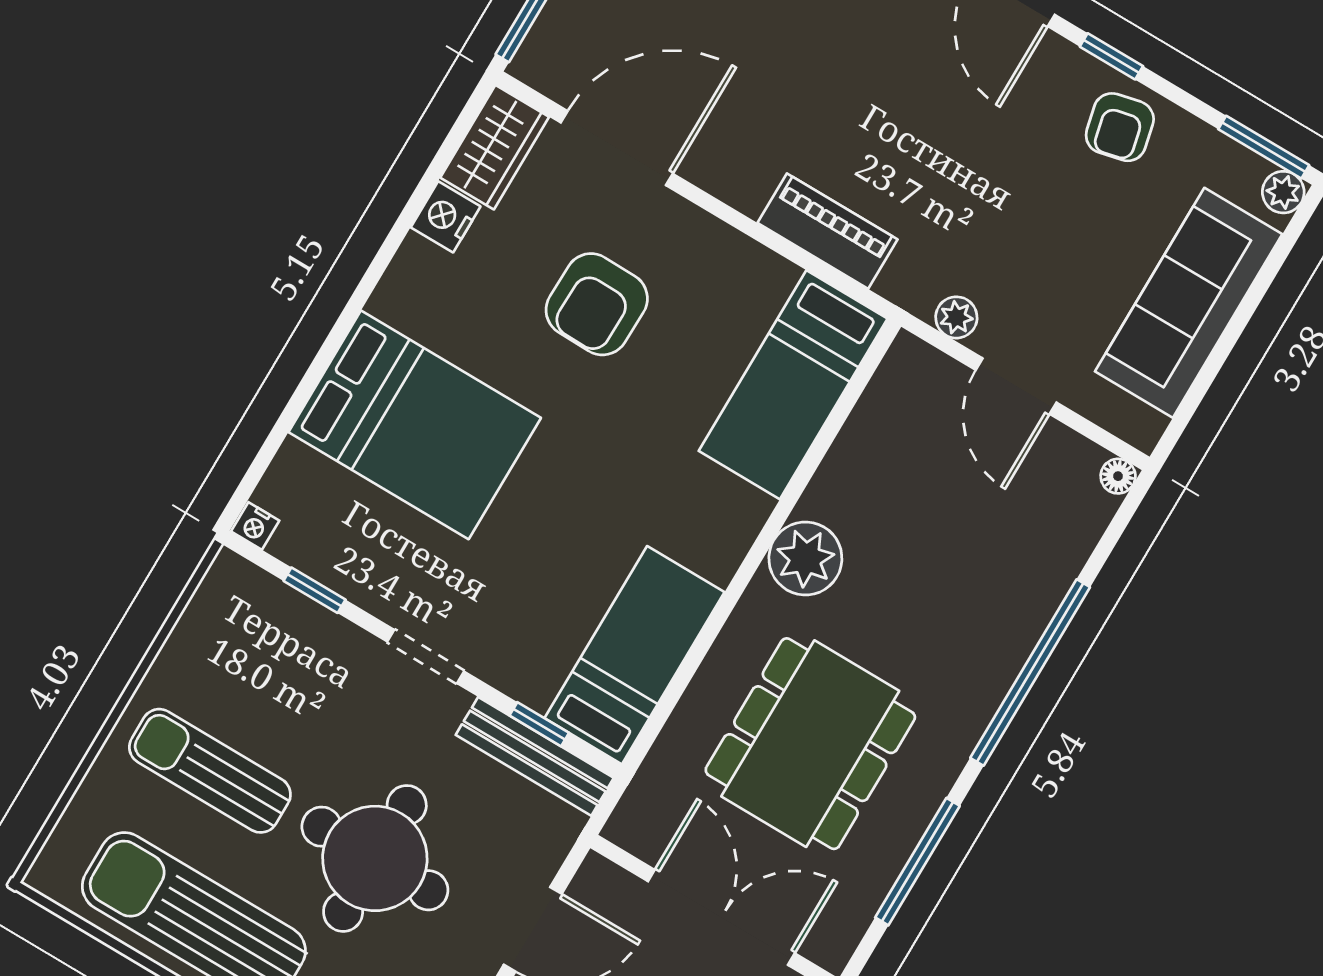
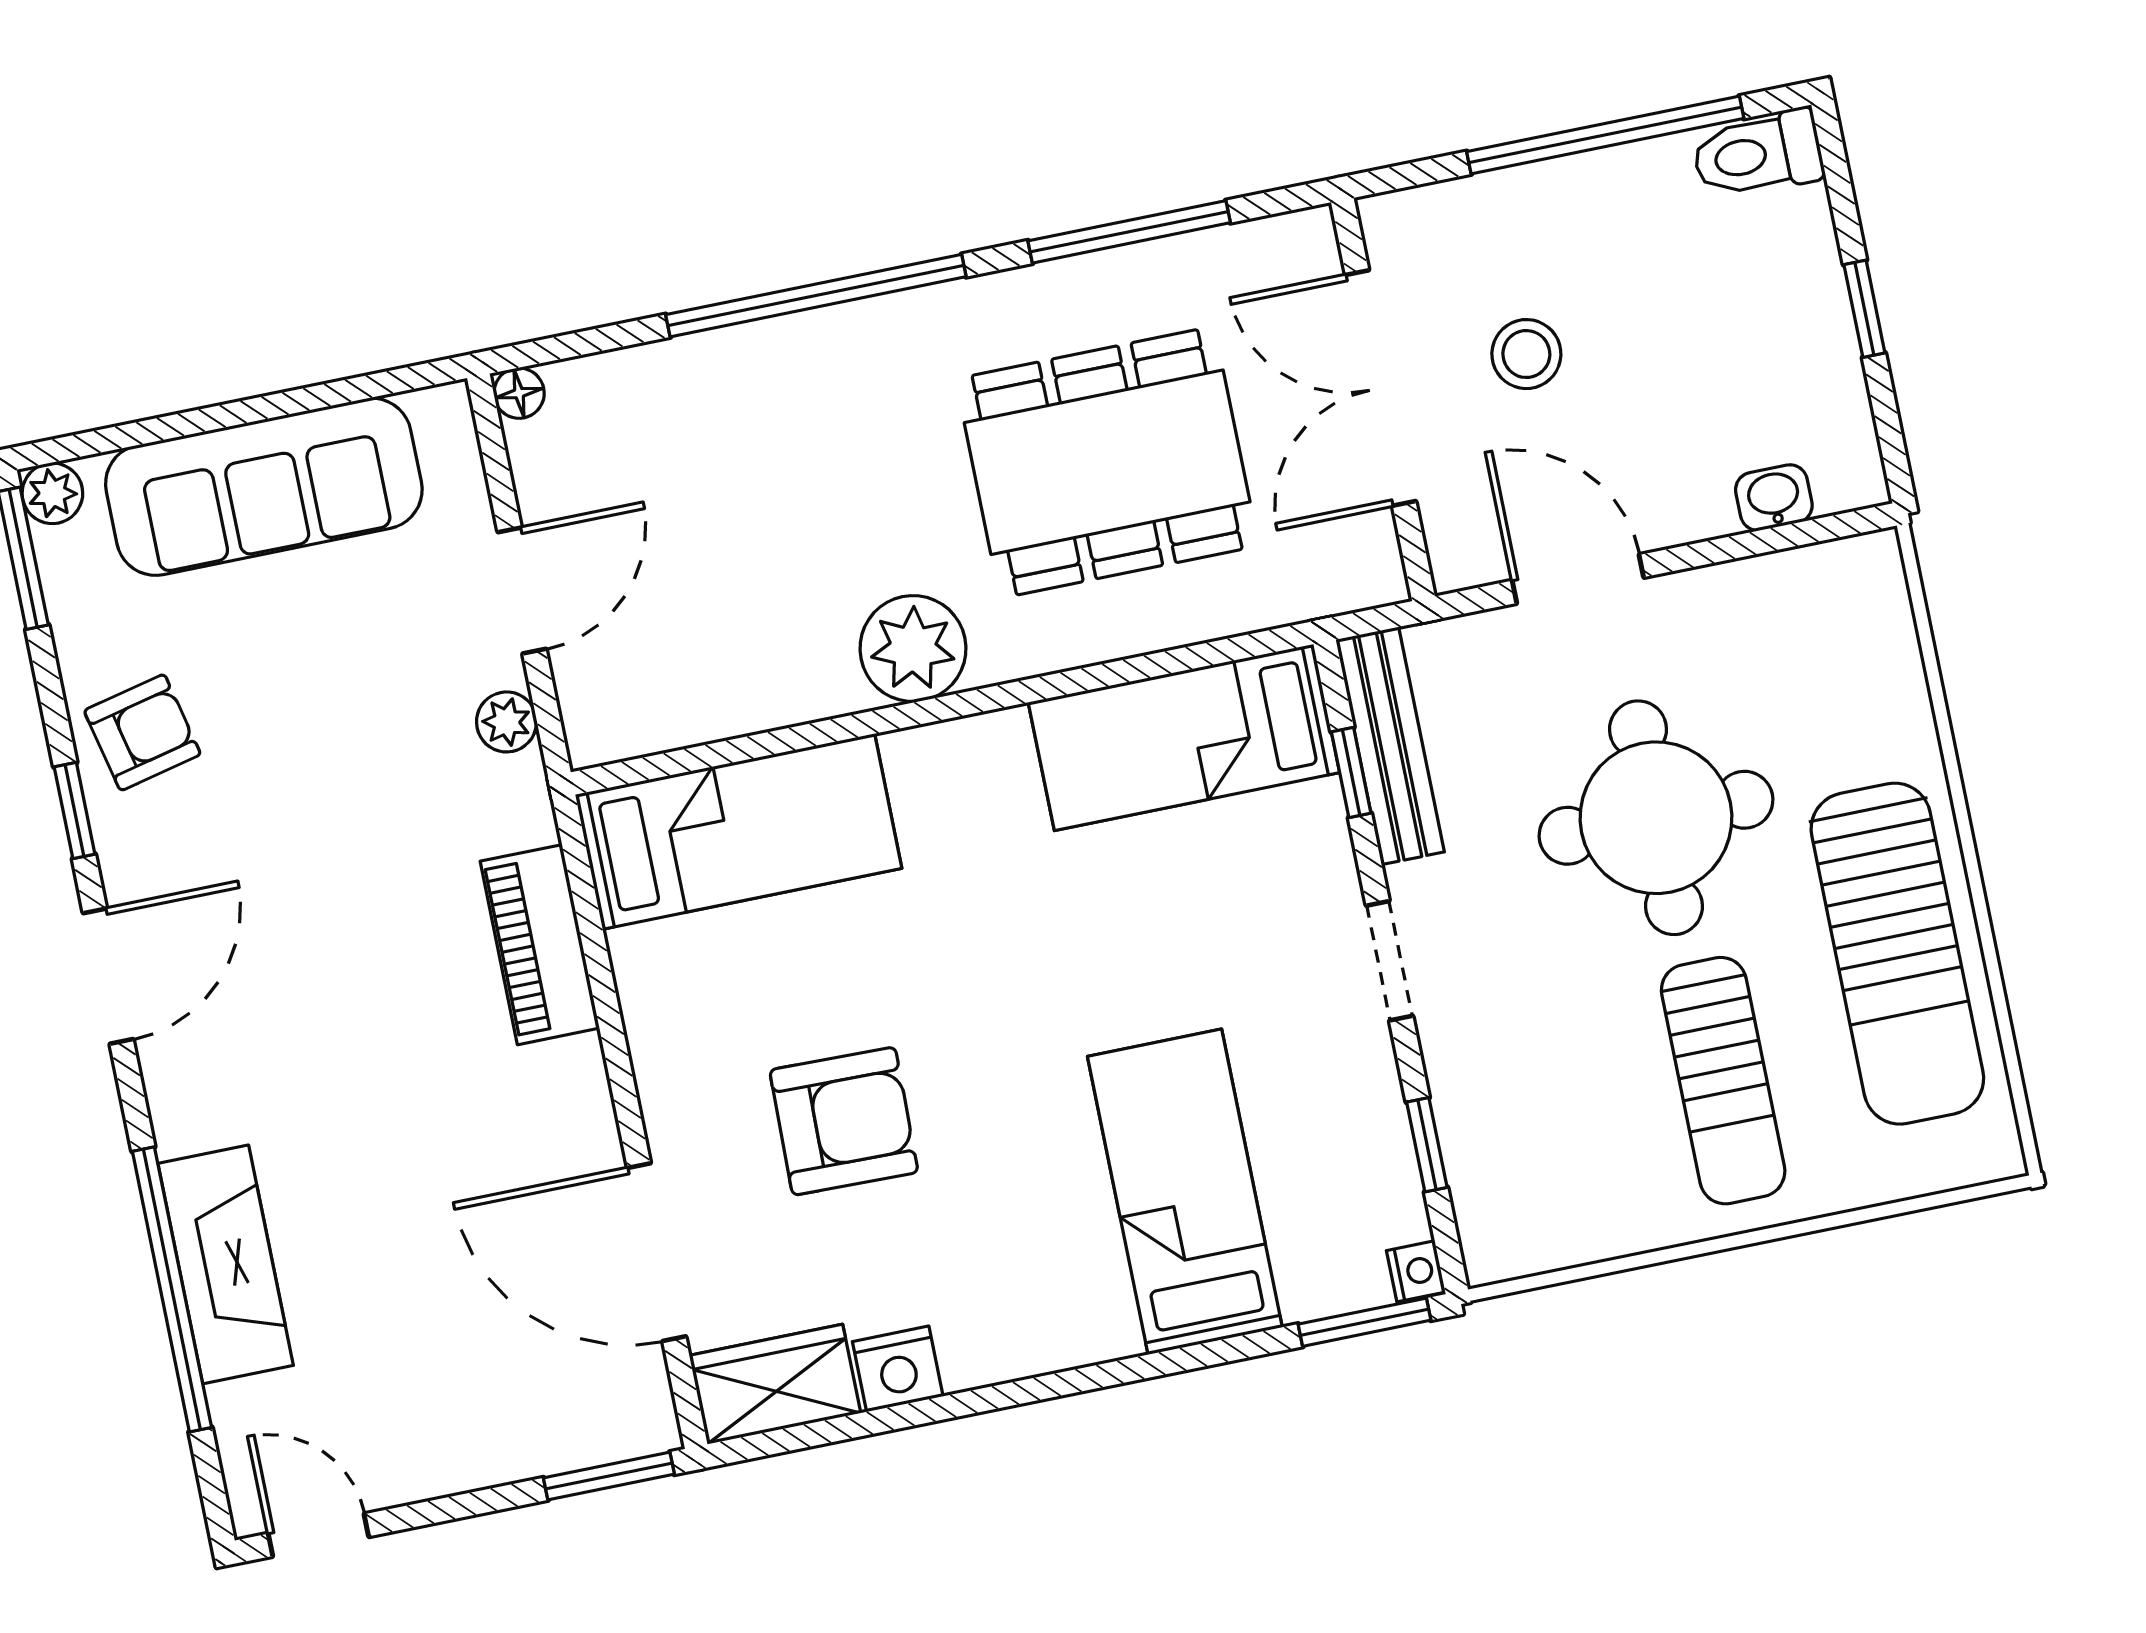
bed: (415, 425) -> (1185, 1192), width x0.67
window: (253, 476) -> (1365, 1322), added

